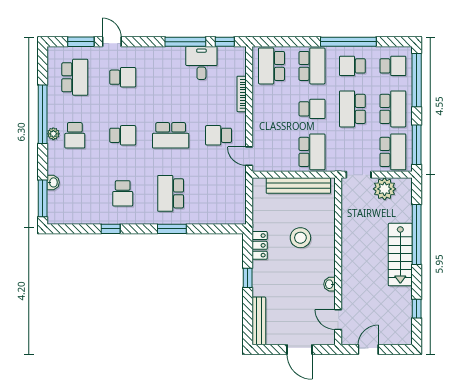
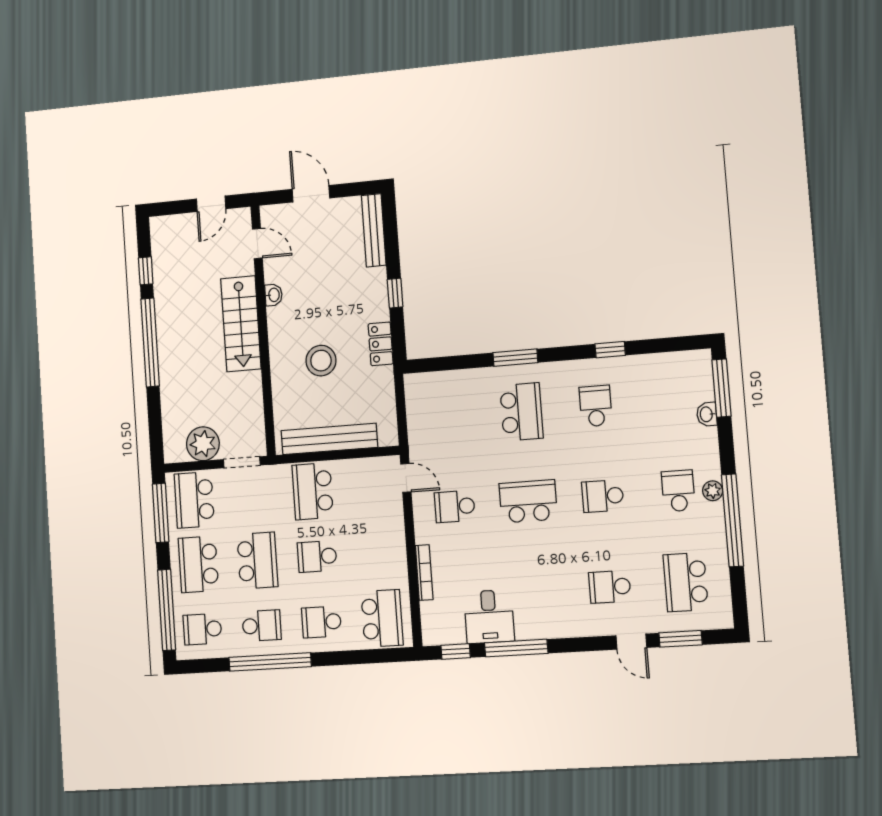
school desk: (312, 66) -> (321, 622), width x0.54
school desk: (219, 135) -> (455, 506), turned 180
window: (417, 234) -> (150, 342), moved
stairs: (400, 255) -> (241, 324), moved, turned 180

